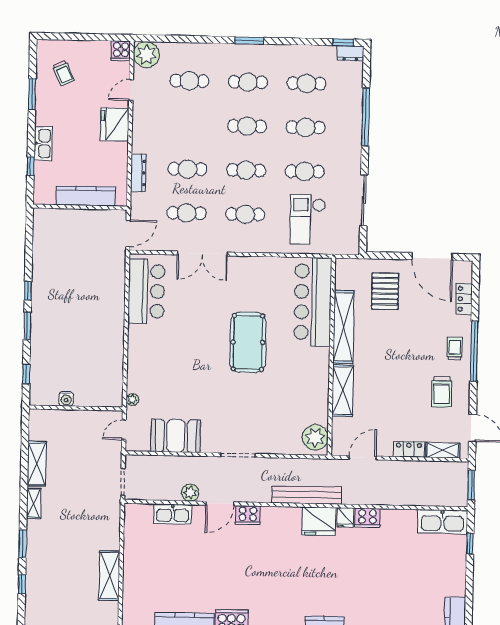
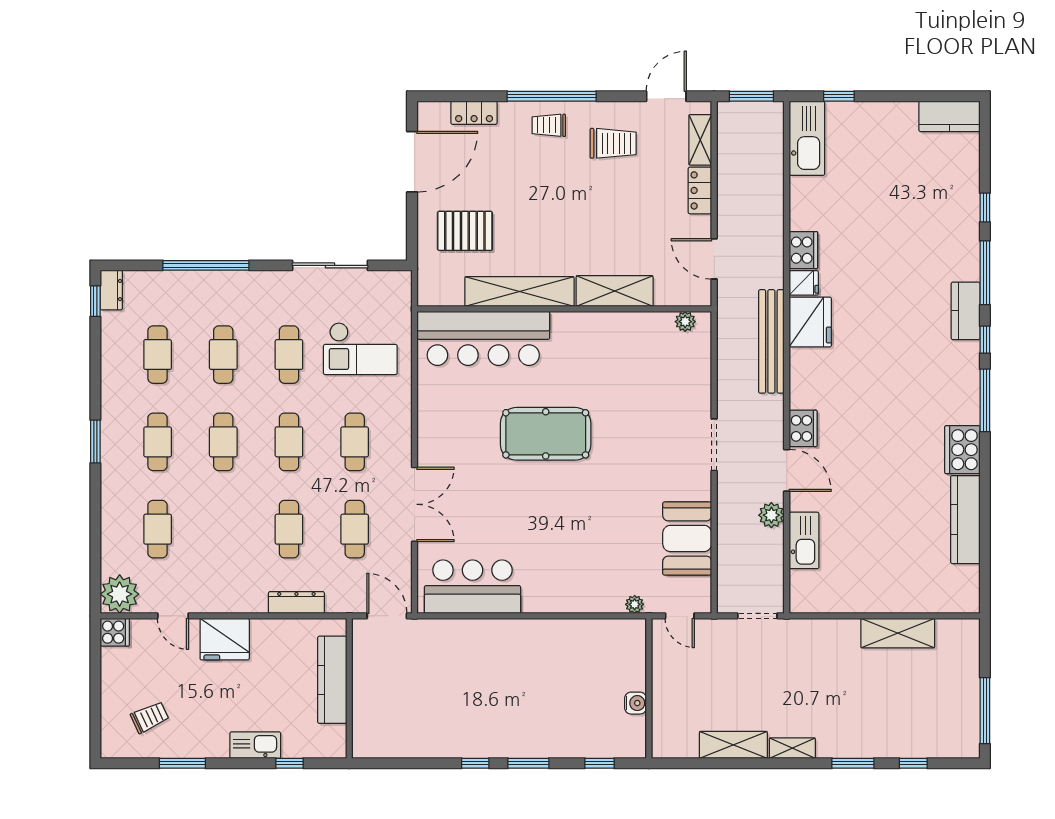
plant: (315, 437) -> (685, 322), width x0.53, depth x0.53

